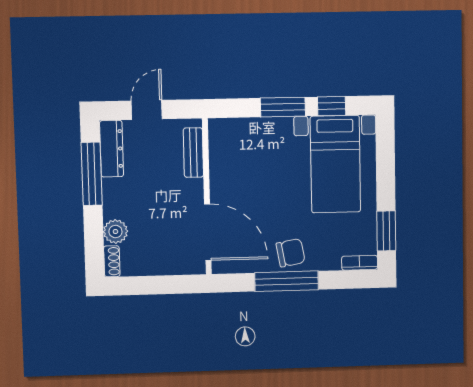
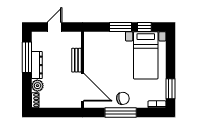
dresser: (112, 149) -> (37, 65), moved
bench: (193, 153) -> (76, 60), moved

